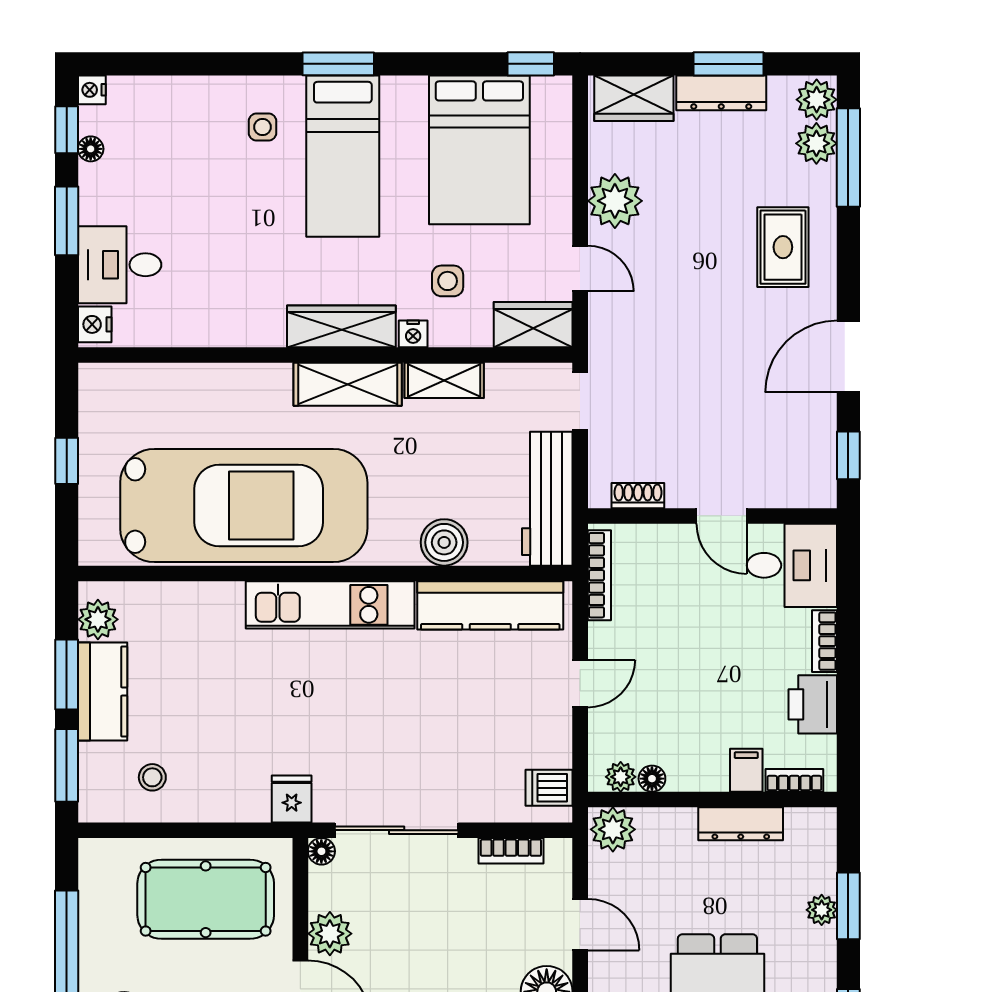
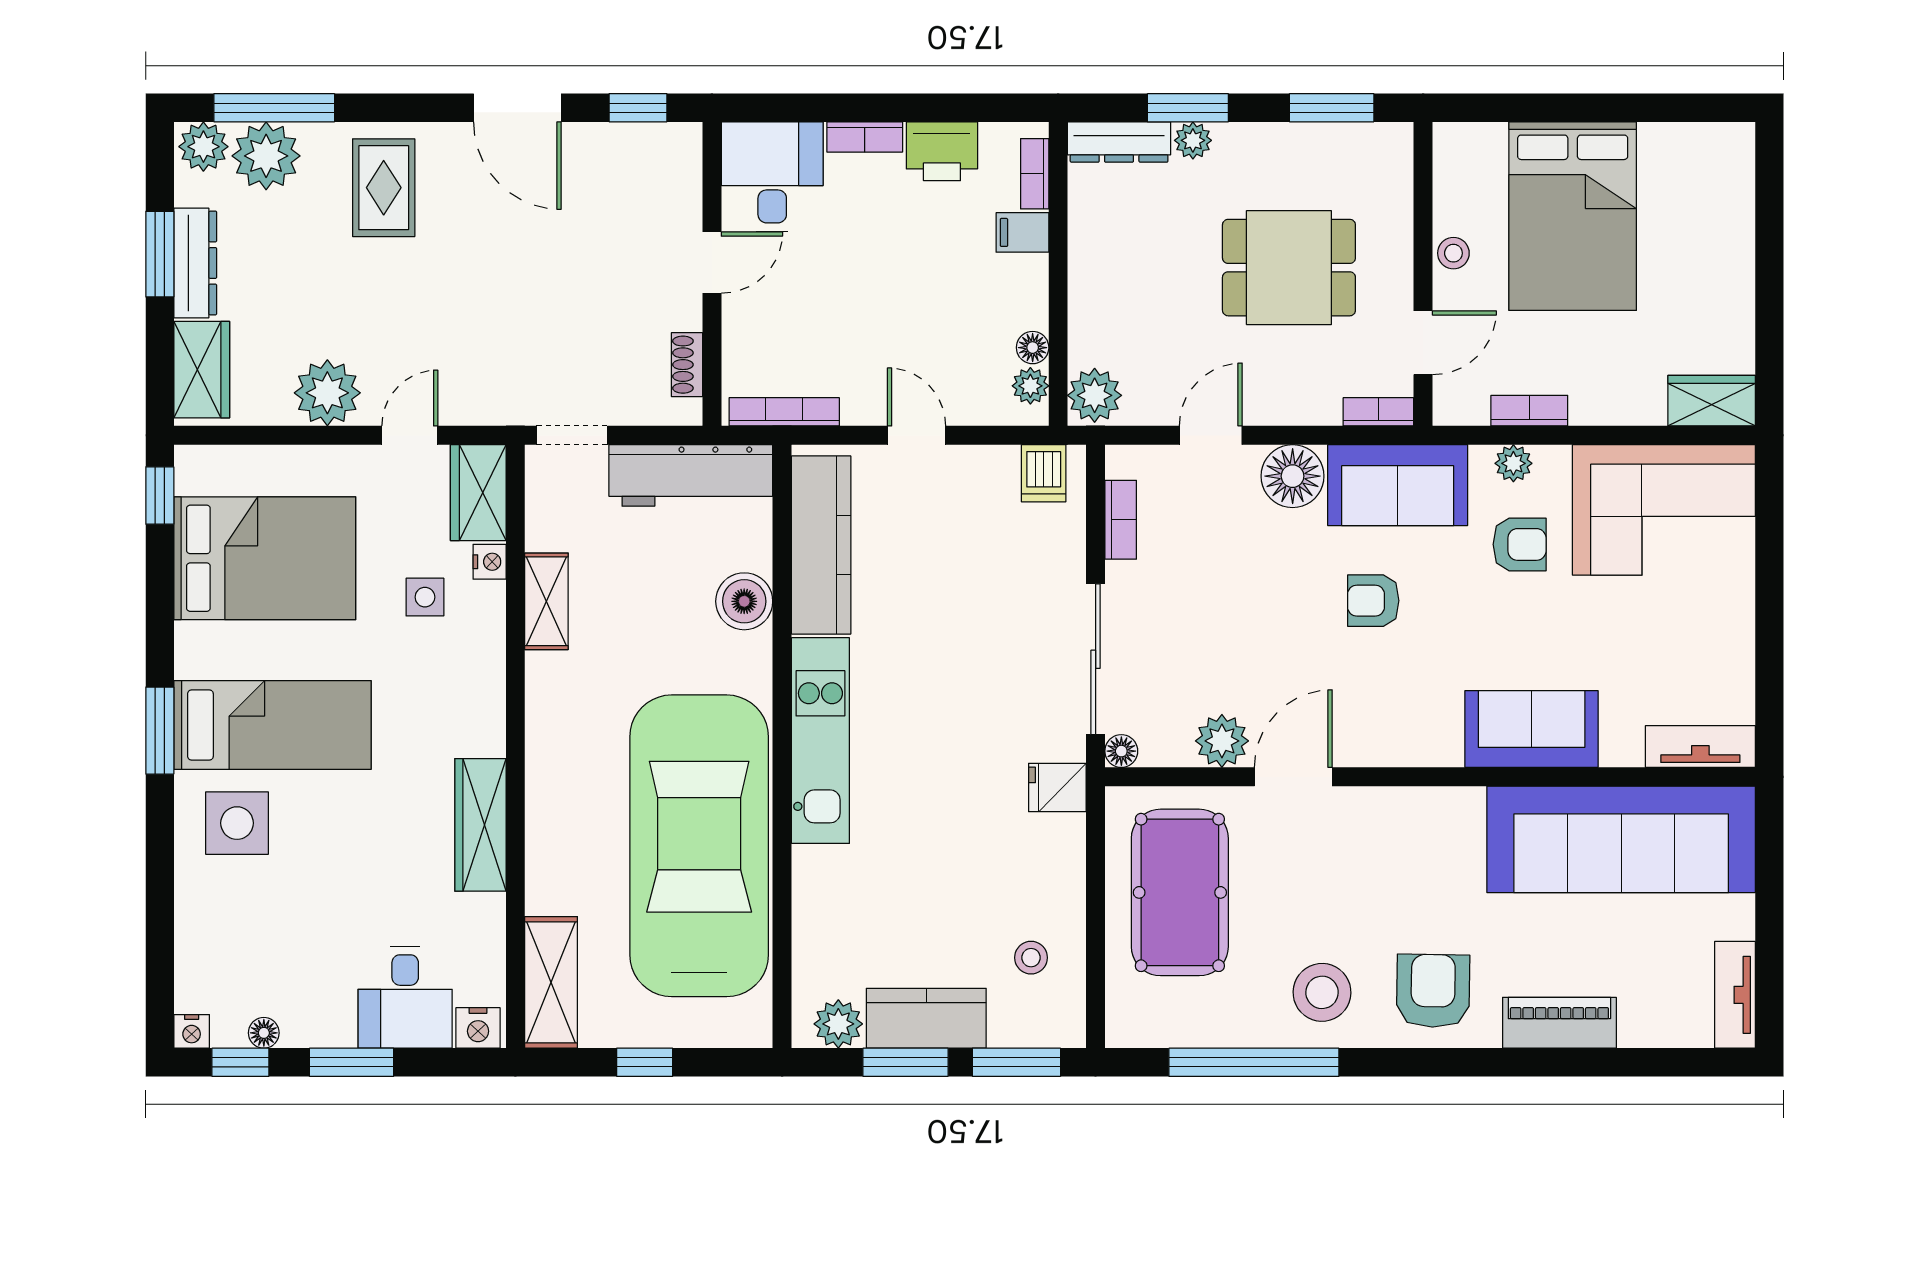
side table: (263, 127) -> (237, 823), width x1.87, depth x1.87
plant: (816, 143) -> (266, 156), width x1.36, depth x1.36
rug: (783, 247) -> (384, 188), turned 90
wardrobe: (341, 326) -> (480, 825), moved
nightstand: (413, 334) -> (490, 562), moved
shelving: (348, 384) -> (551, 982), moved
dresser: (741, 824) -> (1119, 142), moved, turned 90

